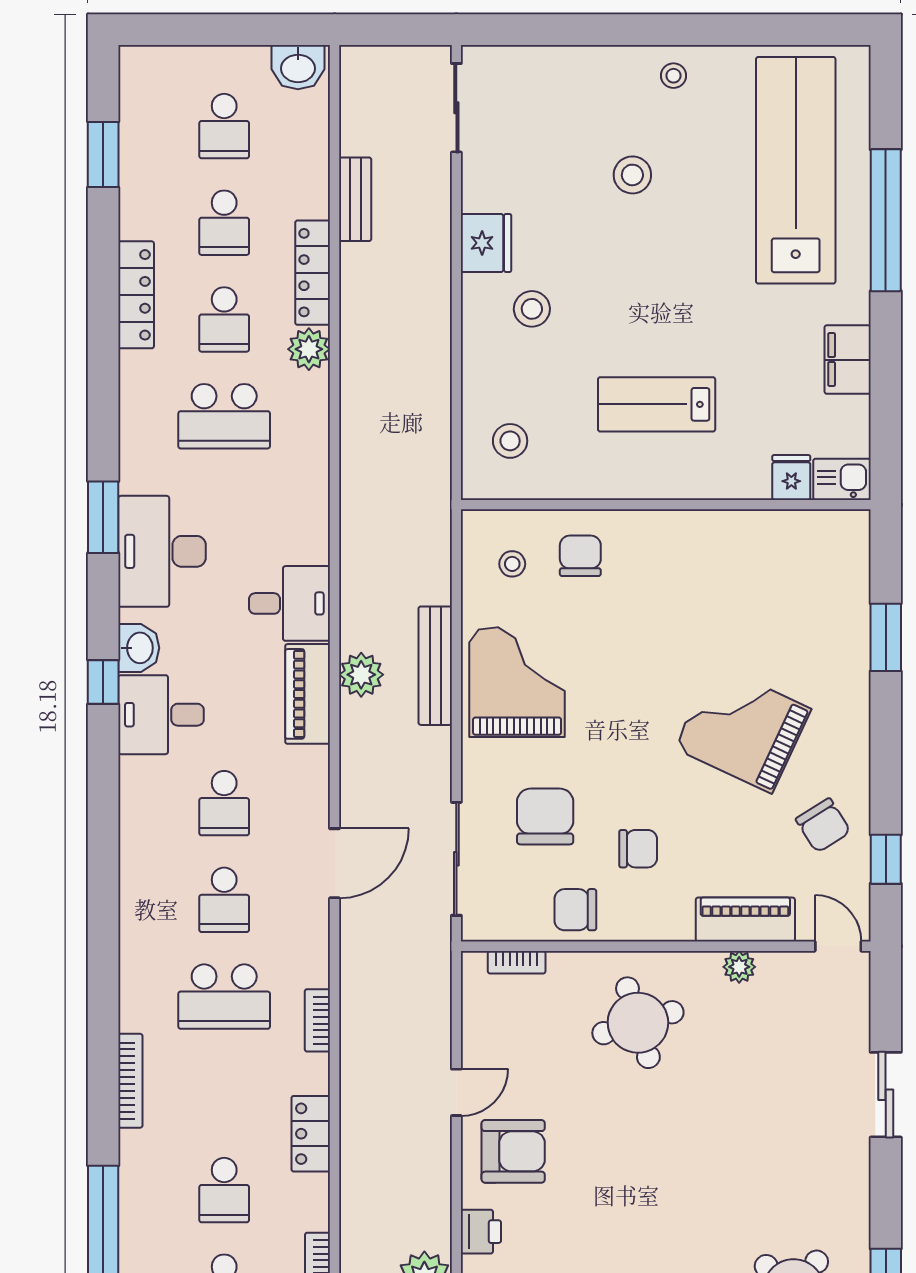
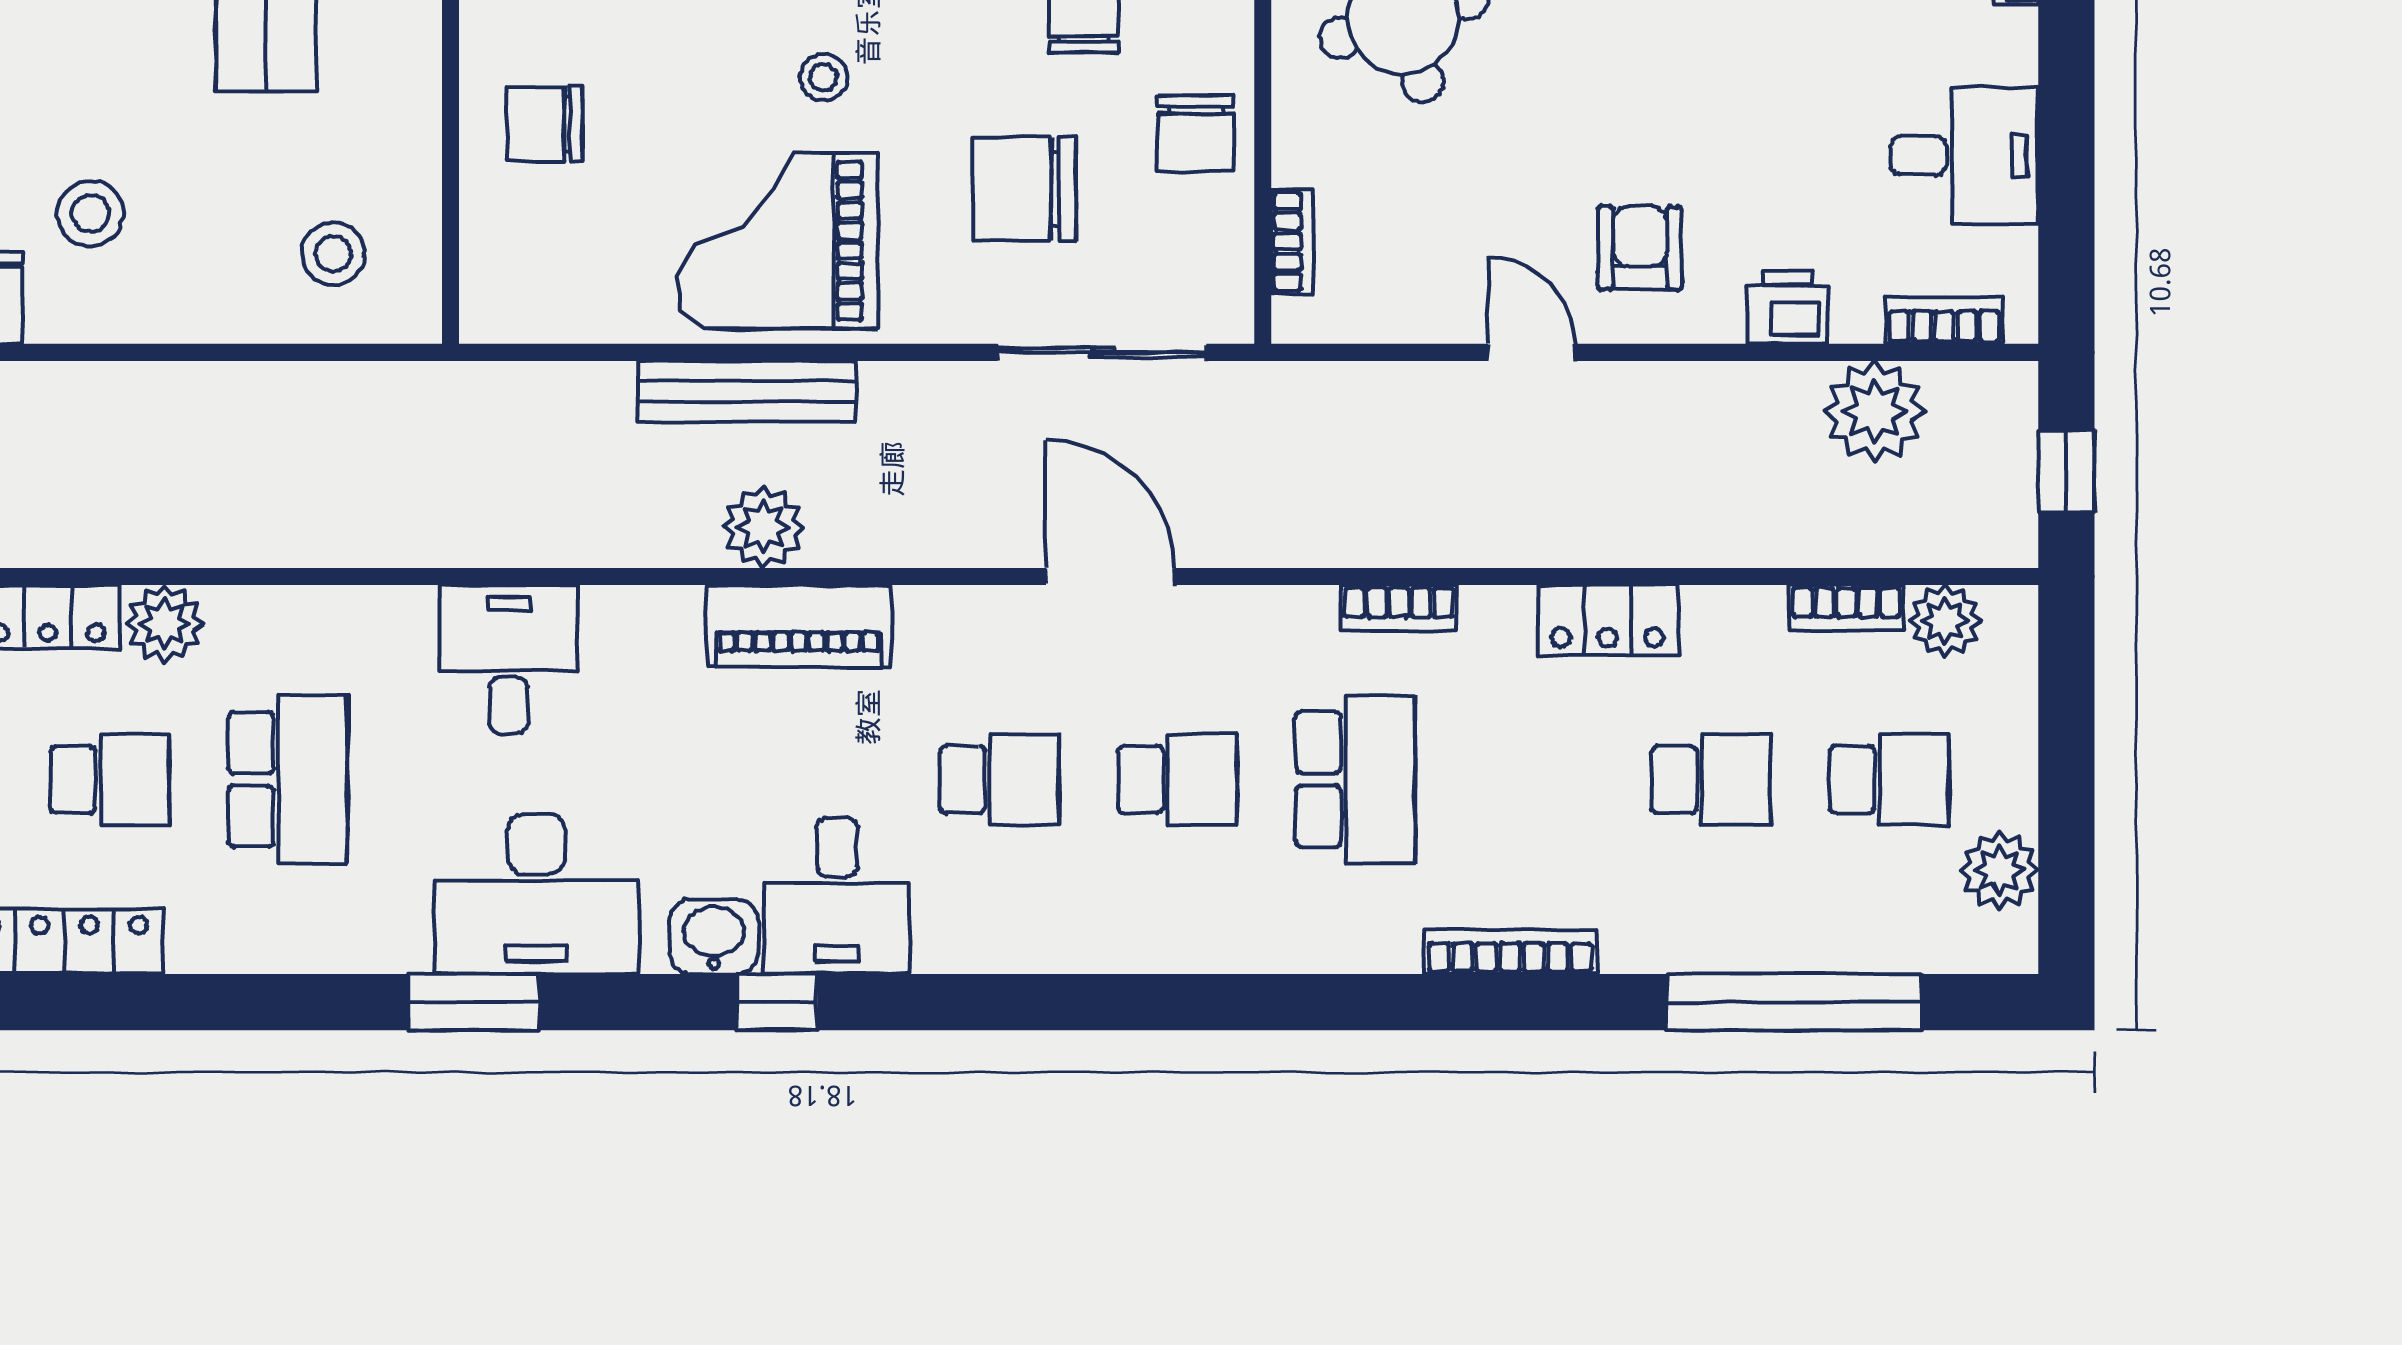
stool: (512, 564) -> (823, 77), moved
desk: (290, 603) -> (509, 659), moved
armchair: (513, 1151) -> (1640, 248), width x0.72, depth x0.72

